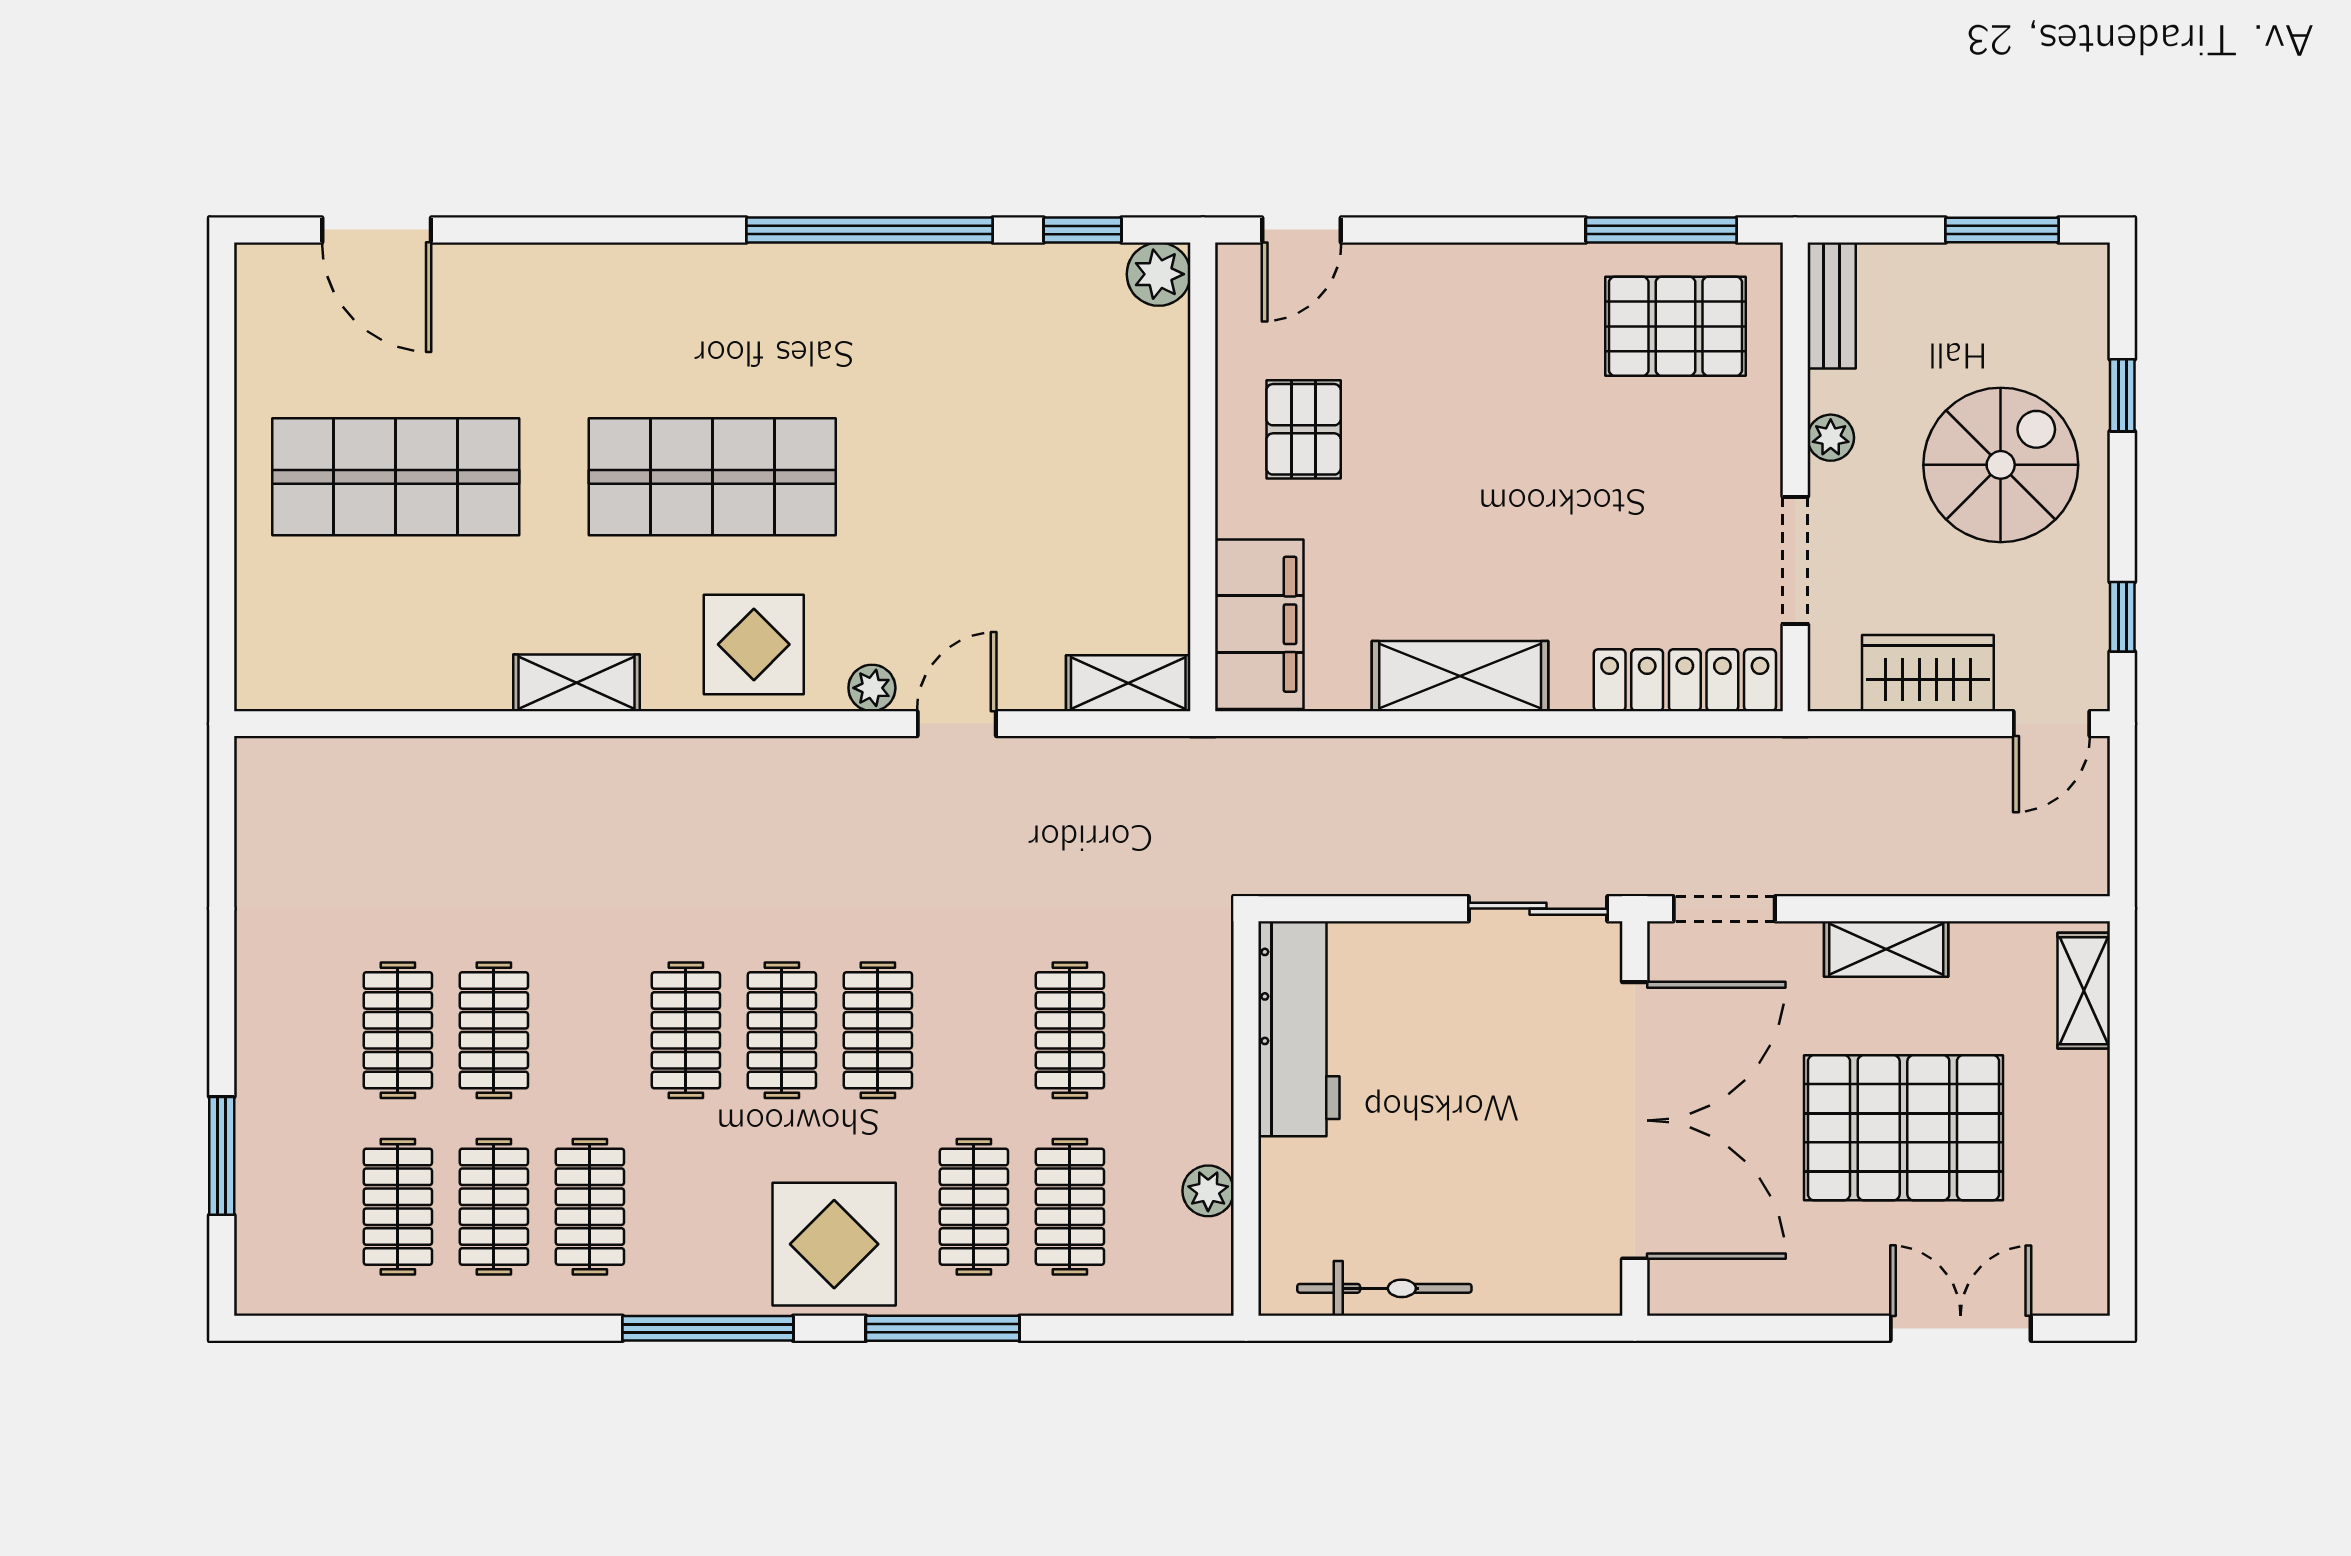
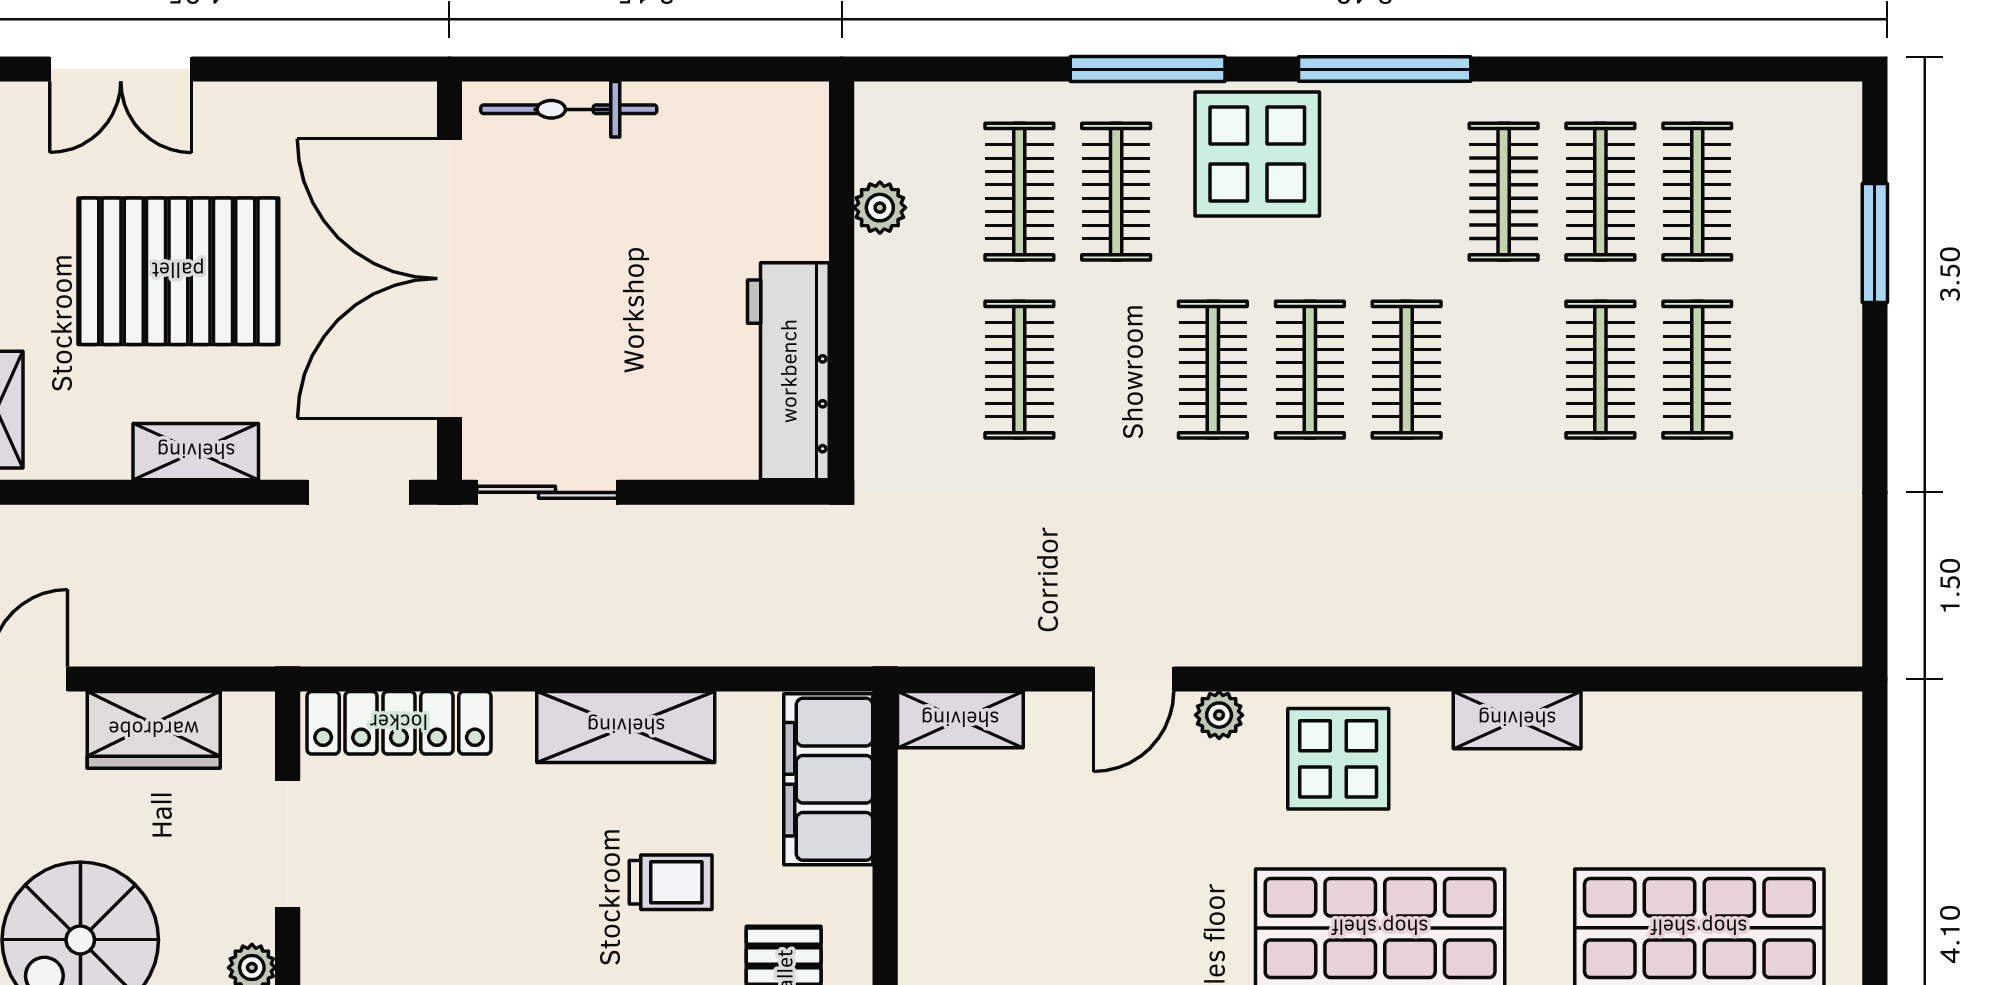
trolley: (1416, 522) -> (671, 882), added
bicycle: (1384, 1288) -> (569, 109), moved

